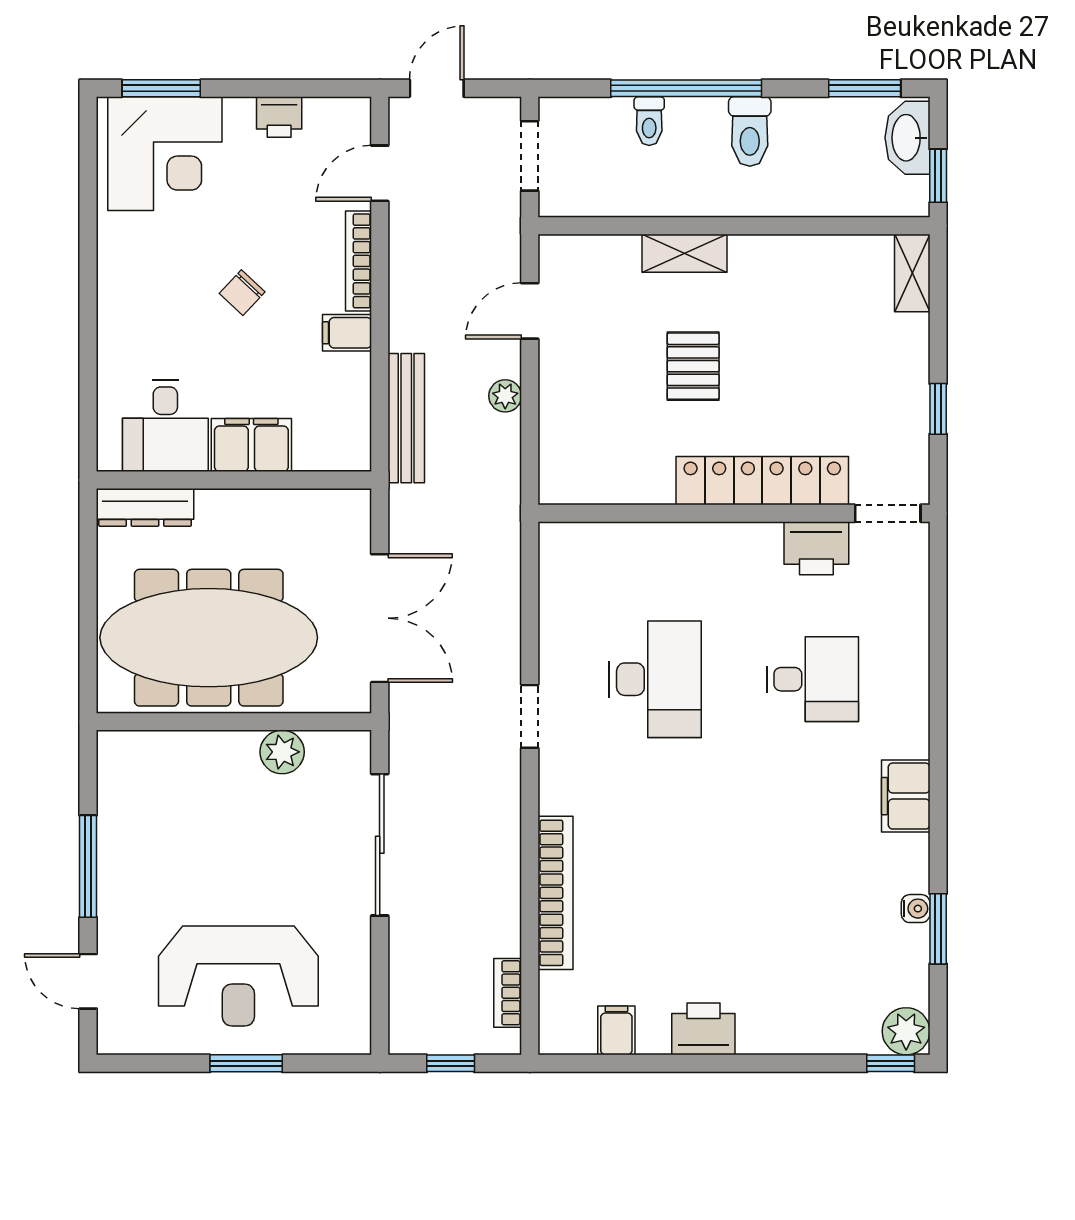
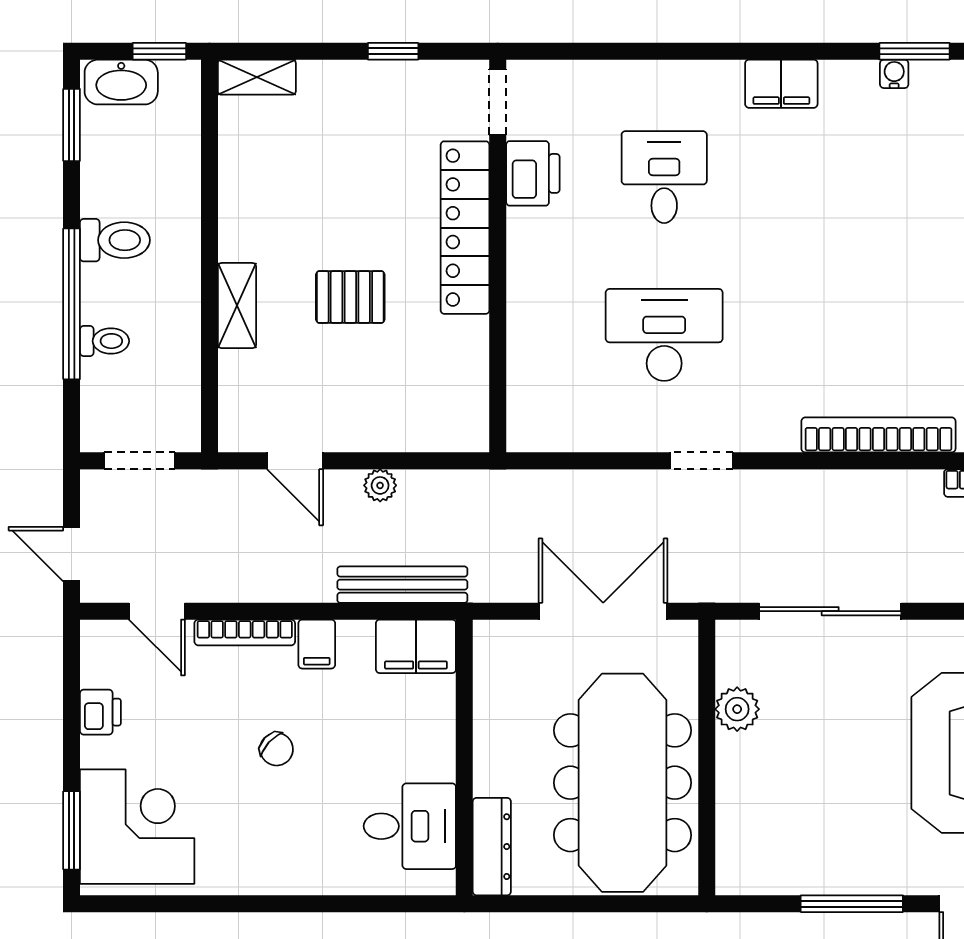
filing cabinet: (251, 445) -> (416, 646), moved, turned -90

